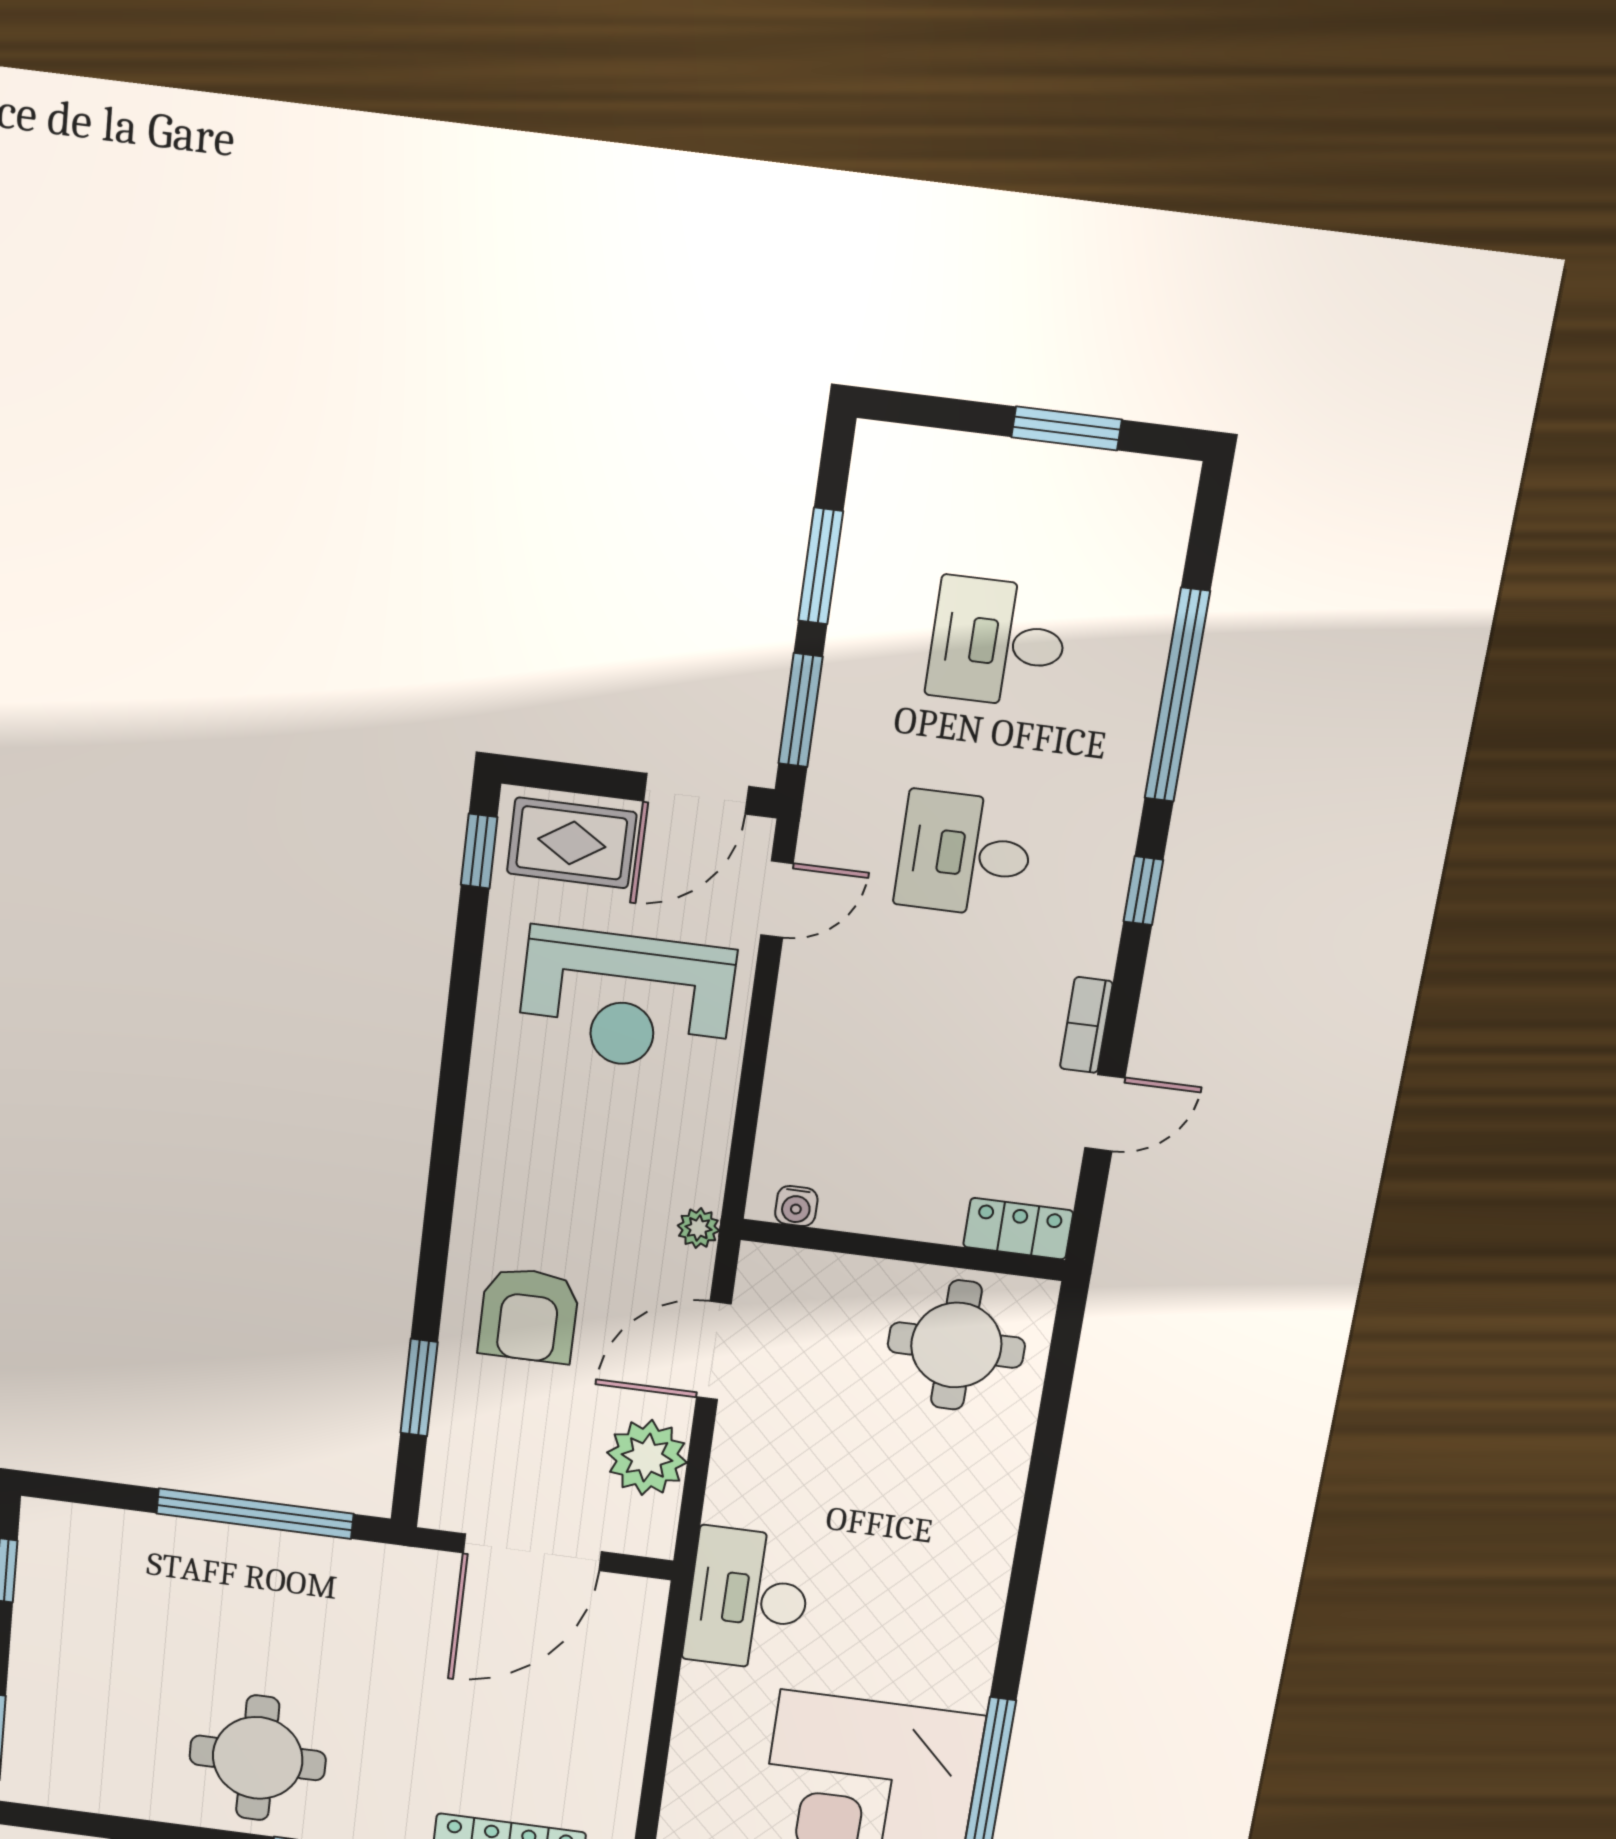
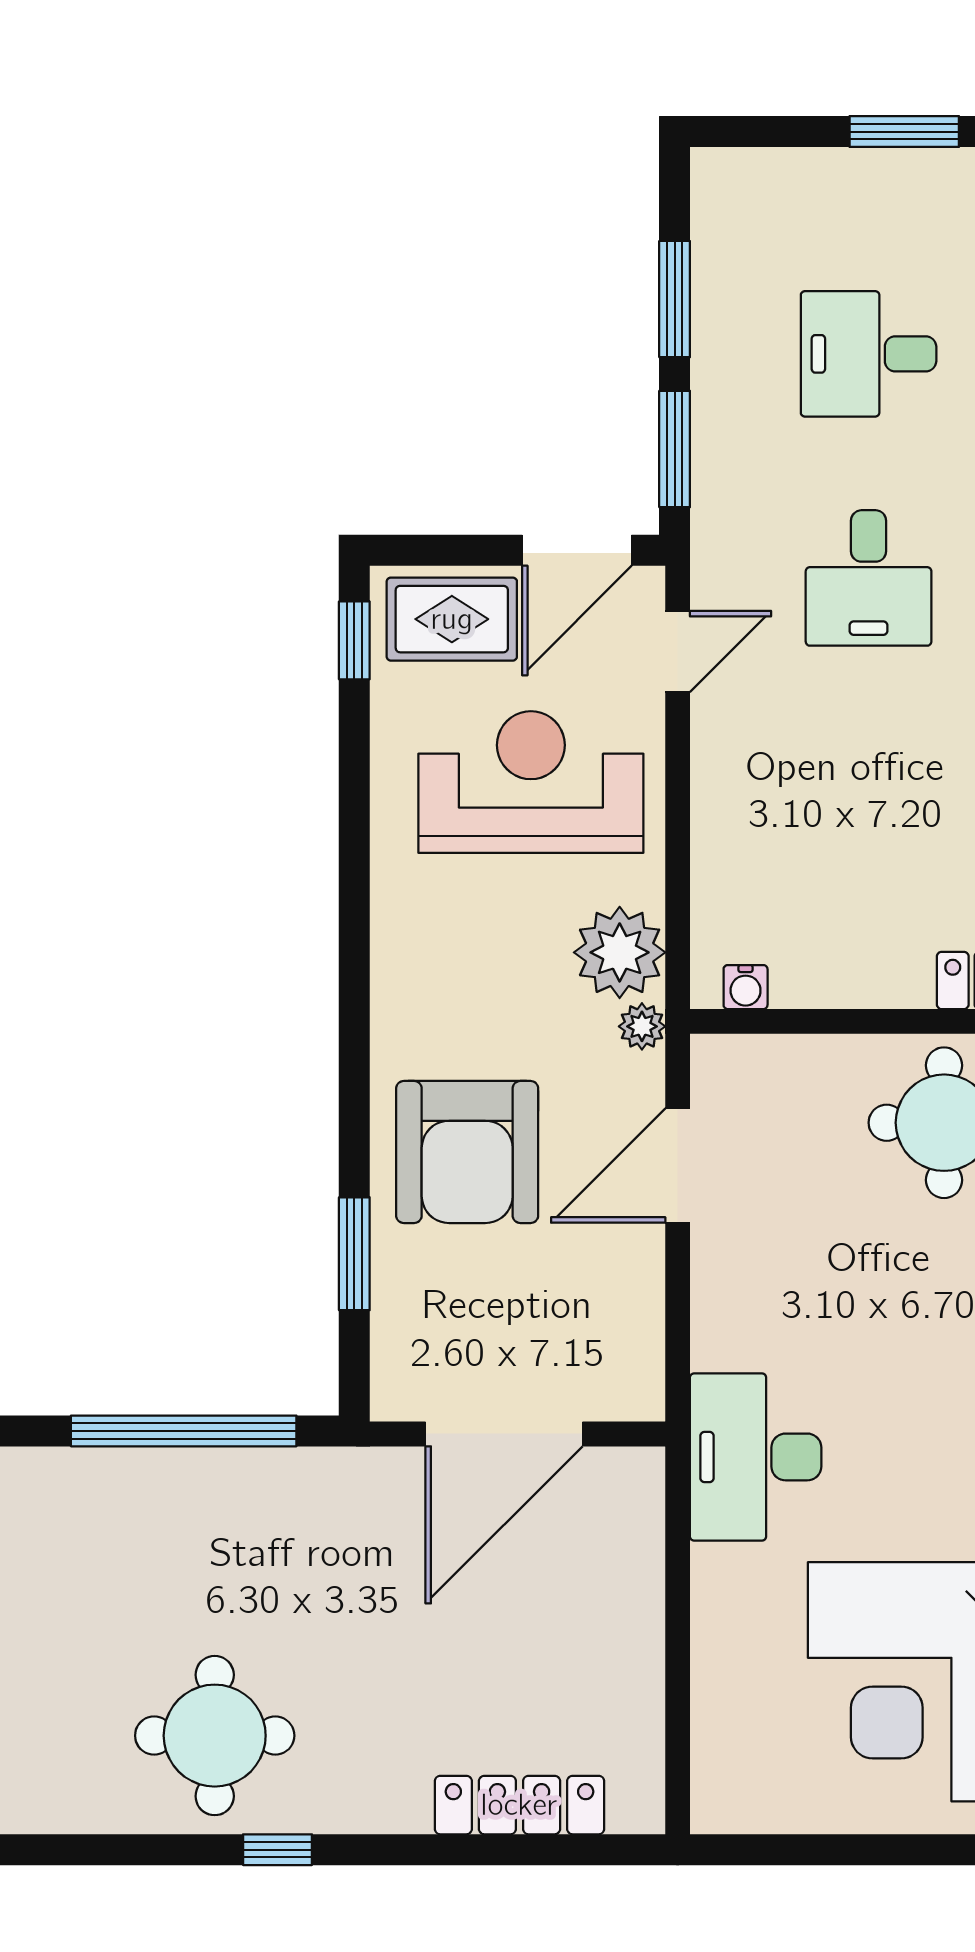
desk: (965, 854) -> (869, 578), turned -90
reception desk: (626, 1000) -> (531, 782), turned 180
armchair: (529, 1315) -> (467, 1152), width x1.36, depth x1.36
plant: (647, 1458) -> (620, 952), moved

